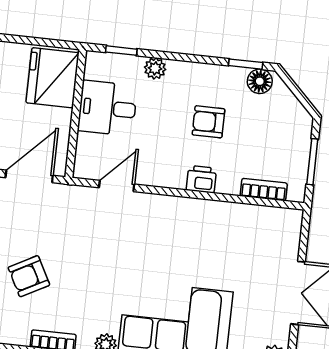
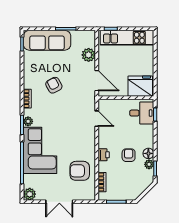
plant: (155, 68) -> (149, 164), moved
floor lamp: (260, 81) -> (148, 153), moved
desk: (107, 108) -> (142, 113), moved, turned 90
armchair: (232, 238) -> (80, 171), added

